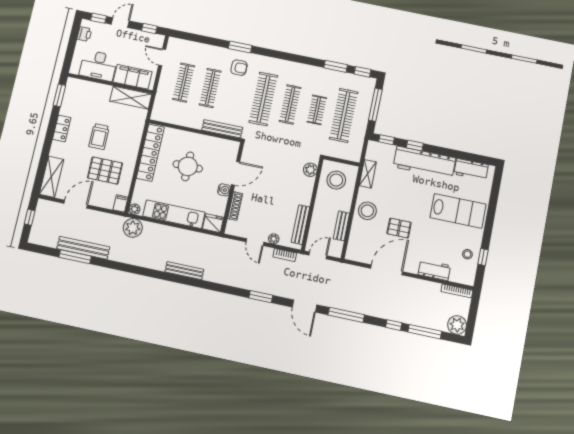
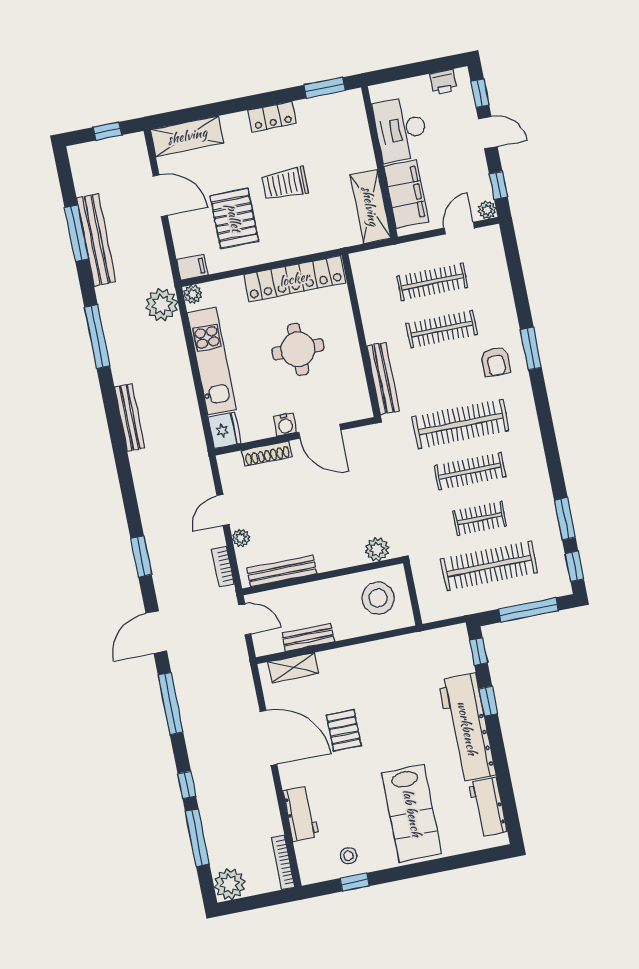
plant: (159, 39) -> (487, 210), added
shelving: (368, 174) -> (293, 668), moved
stool: (367, 211) -> (350, 668), removed
window: (134, 269) -> (97, 337), added

